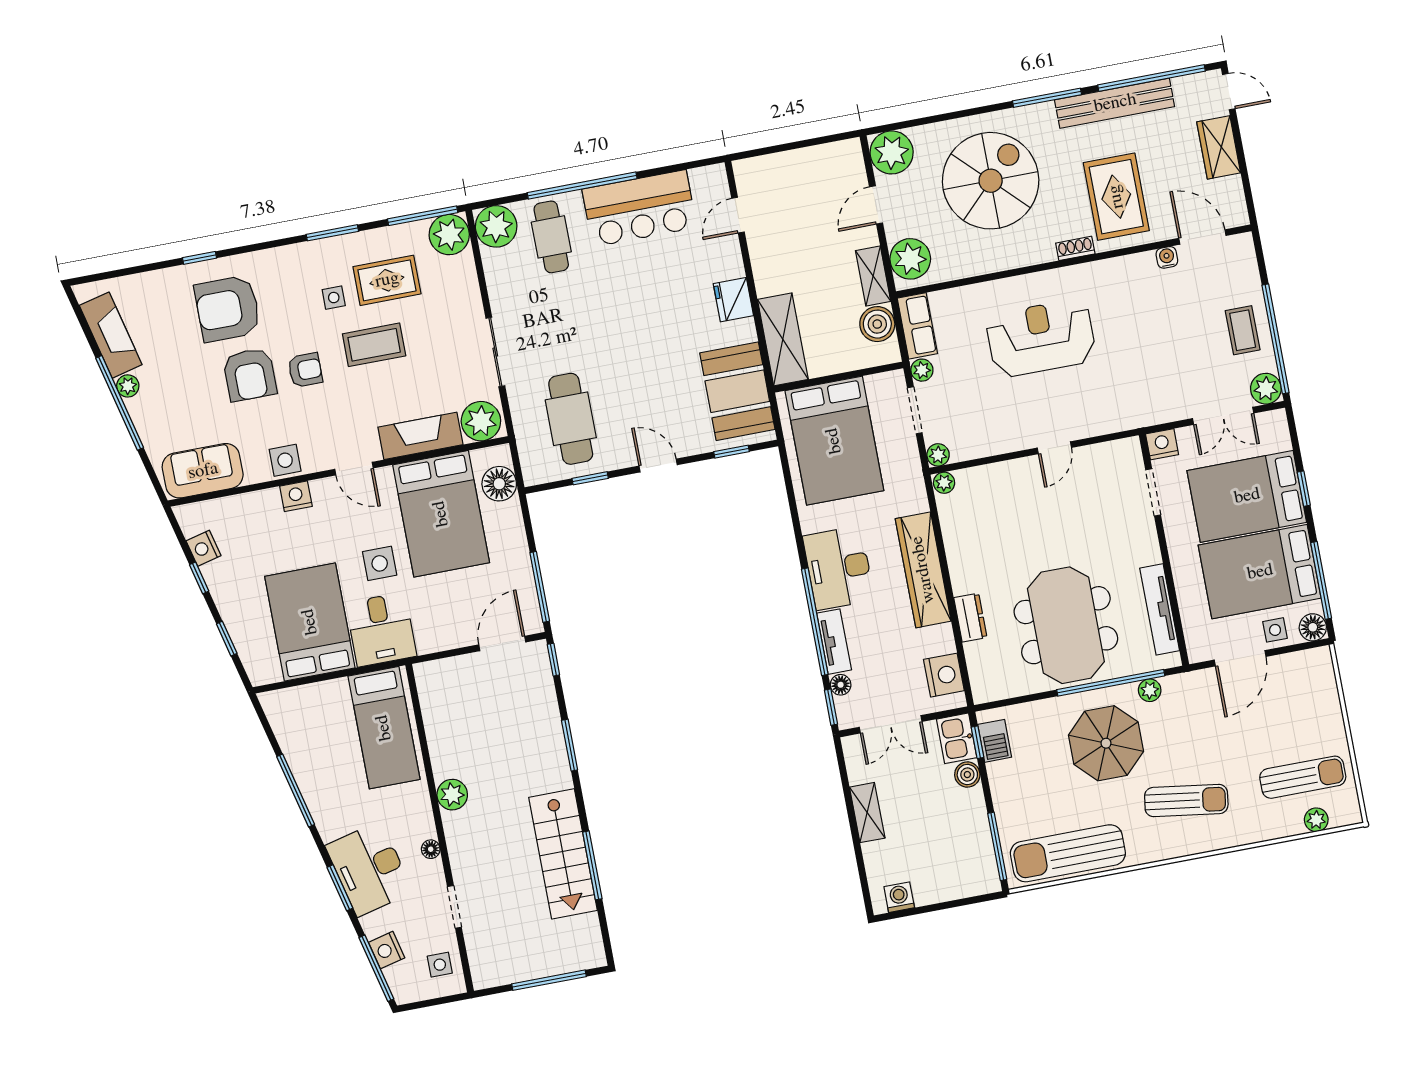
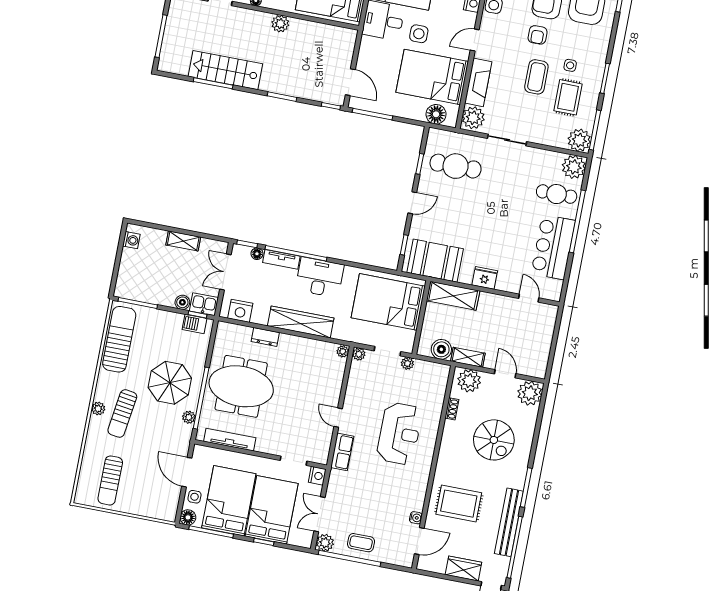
spiral stairs: (991, 181) -> (494, 440), width x0.73, depth x0.73
shoe rack: (1075, 248) -> (452, 409), moved
row of seats: (917, 326) -> (342, 452), moved, turned -90
plant: (1316, 820) -> (98, 409), moved

